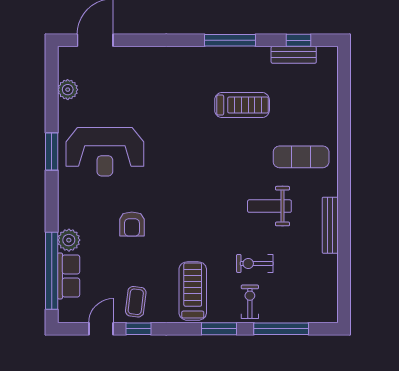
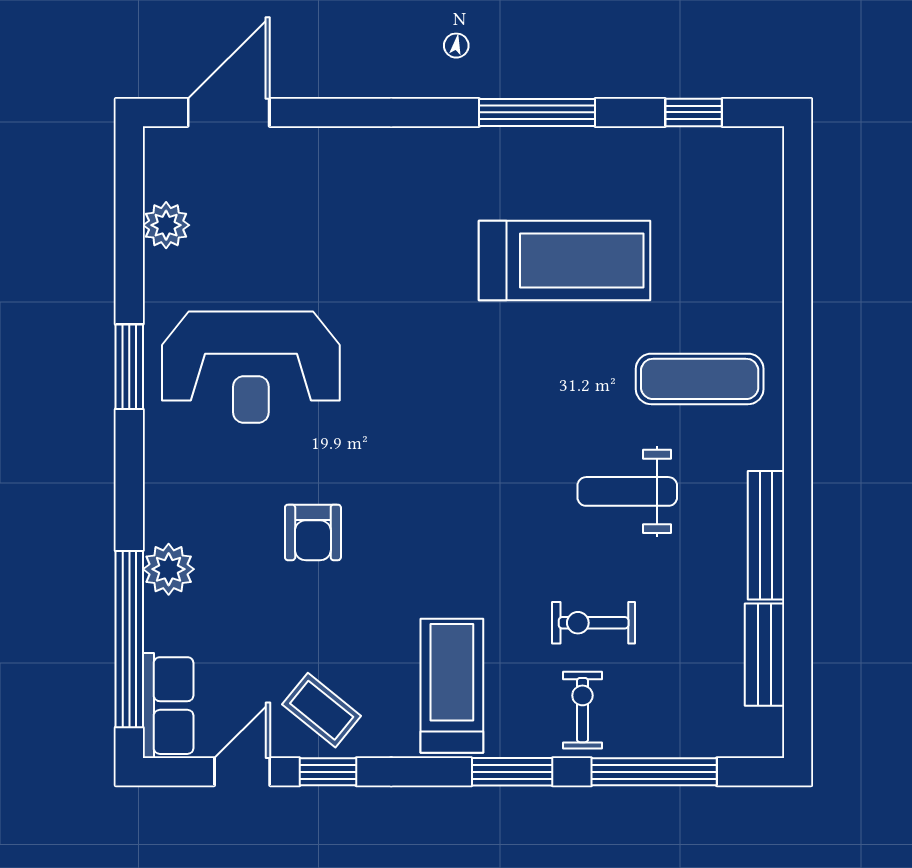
bench: (294, 55) -> (764, 655), moved, turned 90
treadmill: (242, 105) -> (565, 260), width x1.37, depth x1.38
row of seats: (69, 276) -> (168, 706), moved
coffee table: (136, 302) -> (322, 710), turned -58

